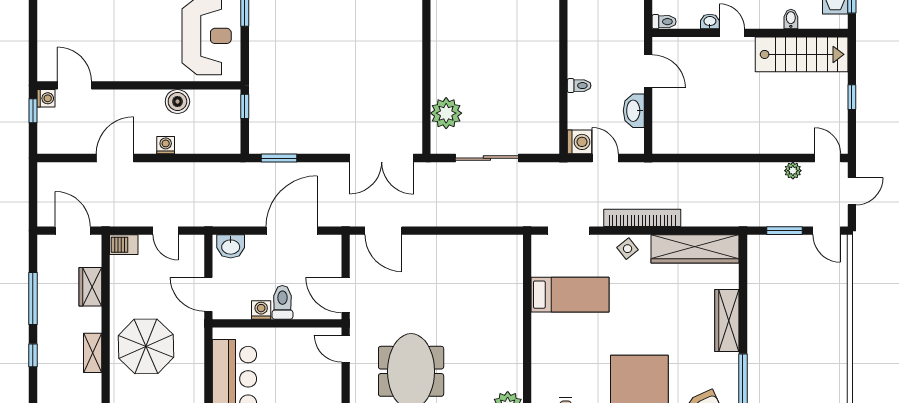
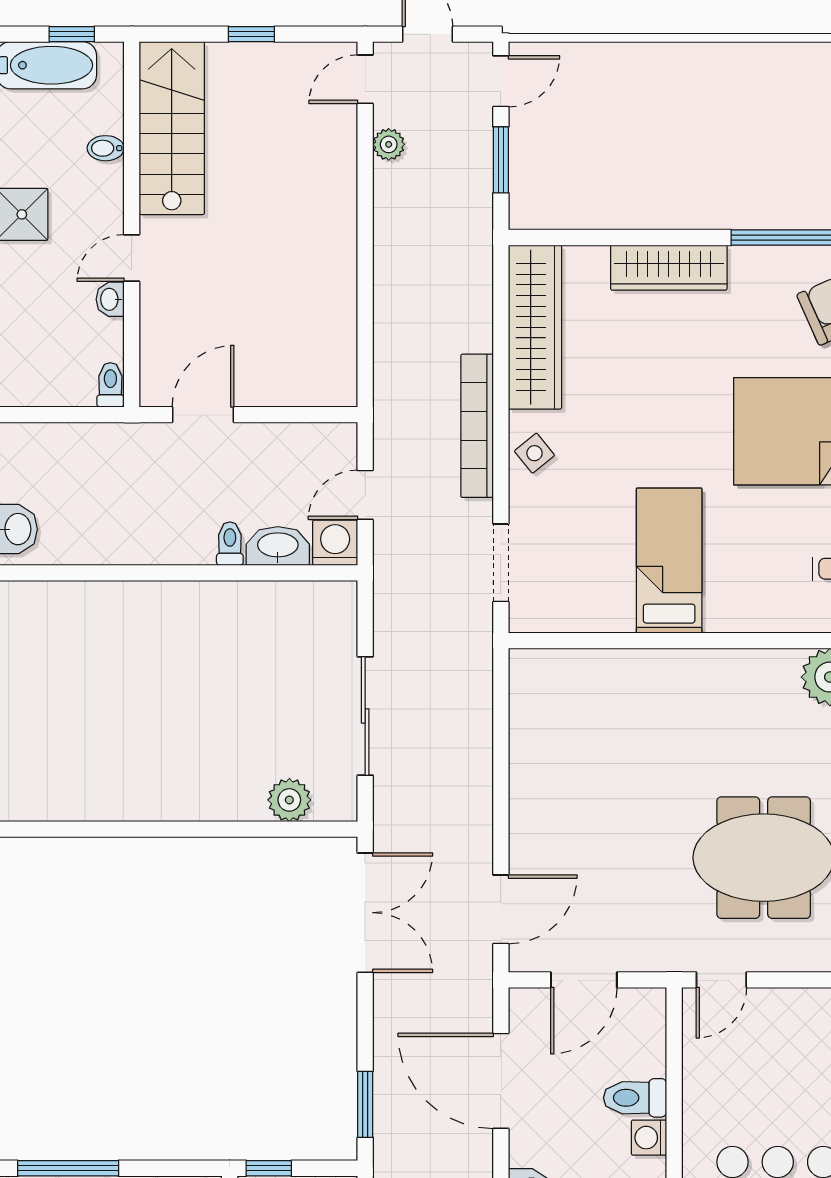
washbasin: (634, 111) -> (278, 546), moved, turned 180
plant: (446, 113) -> (289, 800), width x0.73, depth x0.73
door: (346, 295) -> (584, 980), moved
bed: (570, 295) -> (669, 561), moved

